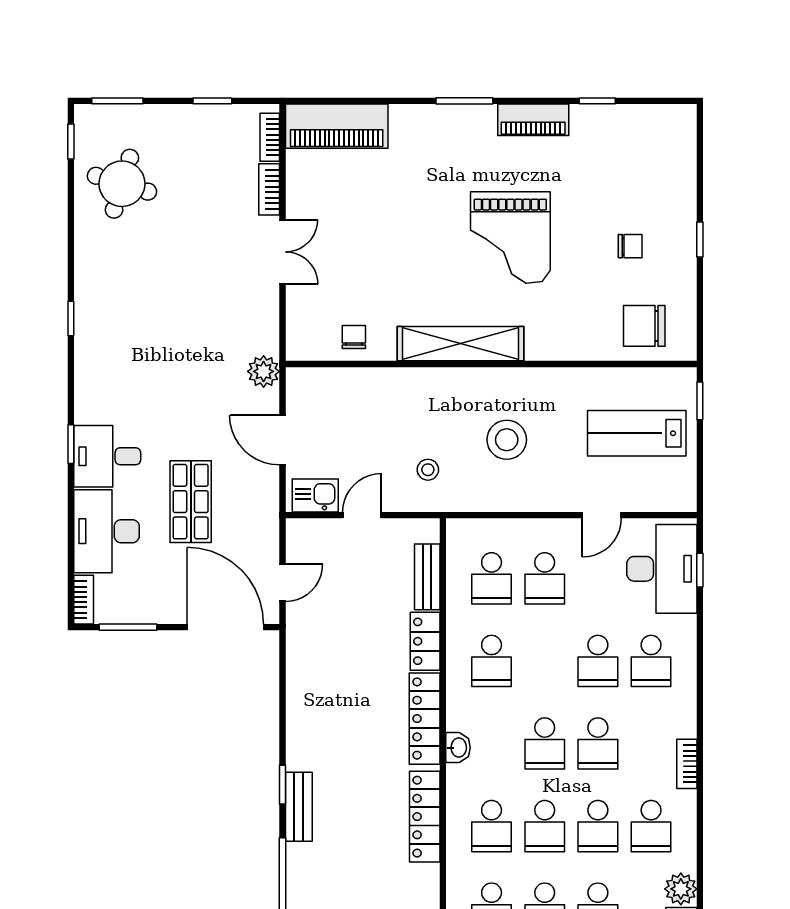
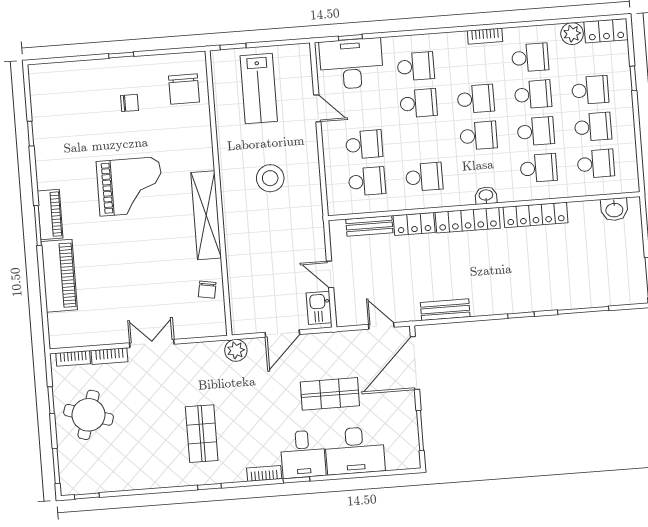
piano: (533, 120) -> (50, 214), moved
piano: (337, 126) -> (59, 276), moved
round table: (122, 184) -> (89, 415), moved
chair: (630, 246) -> (129, 103), turned 90
shop shelf: (148, 313) -> (202, 434), added
chair: (354, 337) -> (207, 290), turned -80
stool: (428, 470) -> (295, 231), removed
bookcase: (84, 600) -> (264, 473), moved
bench: (299, 807) -> (445, 310), moved

